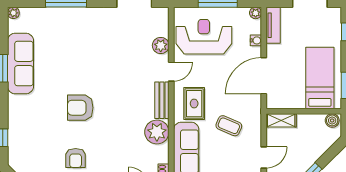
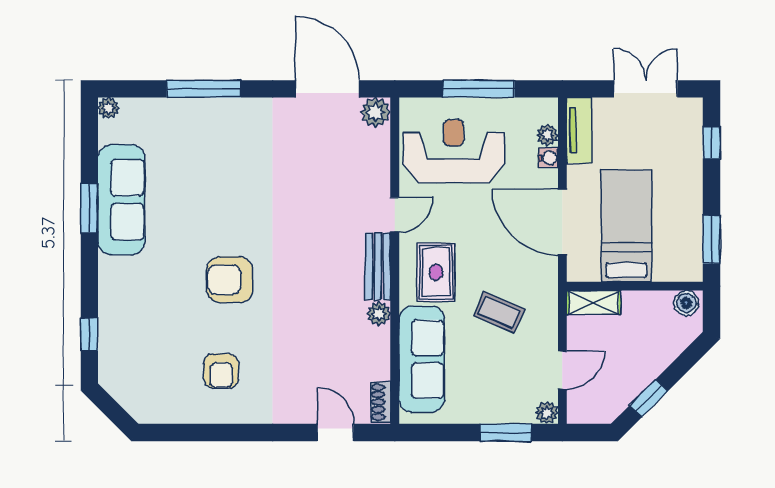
plant: (256, 13) -> (547, 135), moved
plant: (161, 45) -> (376, 112), moved
door: (264, 76) -> (562, 222), hinge flipped
bed: (320, 78) -> (626, 226), moved
plant: (157, 132) -> (379, 314), width x0.53, depth x0.53

